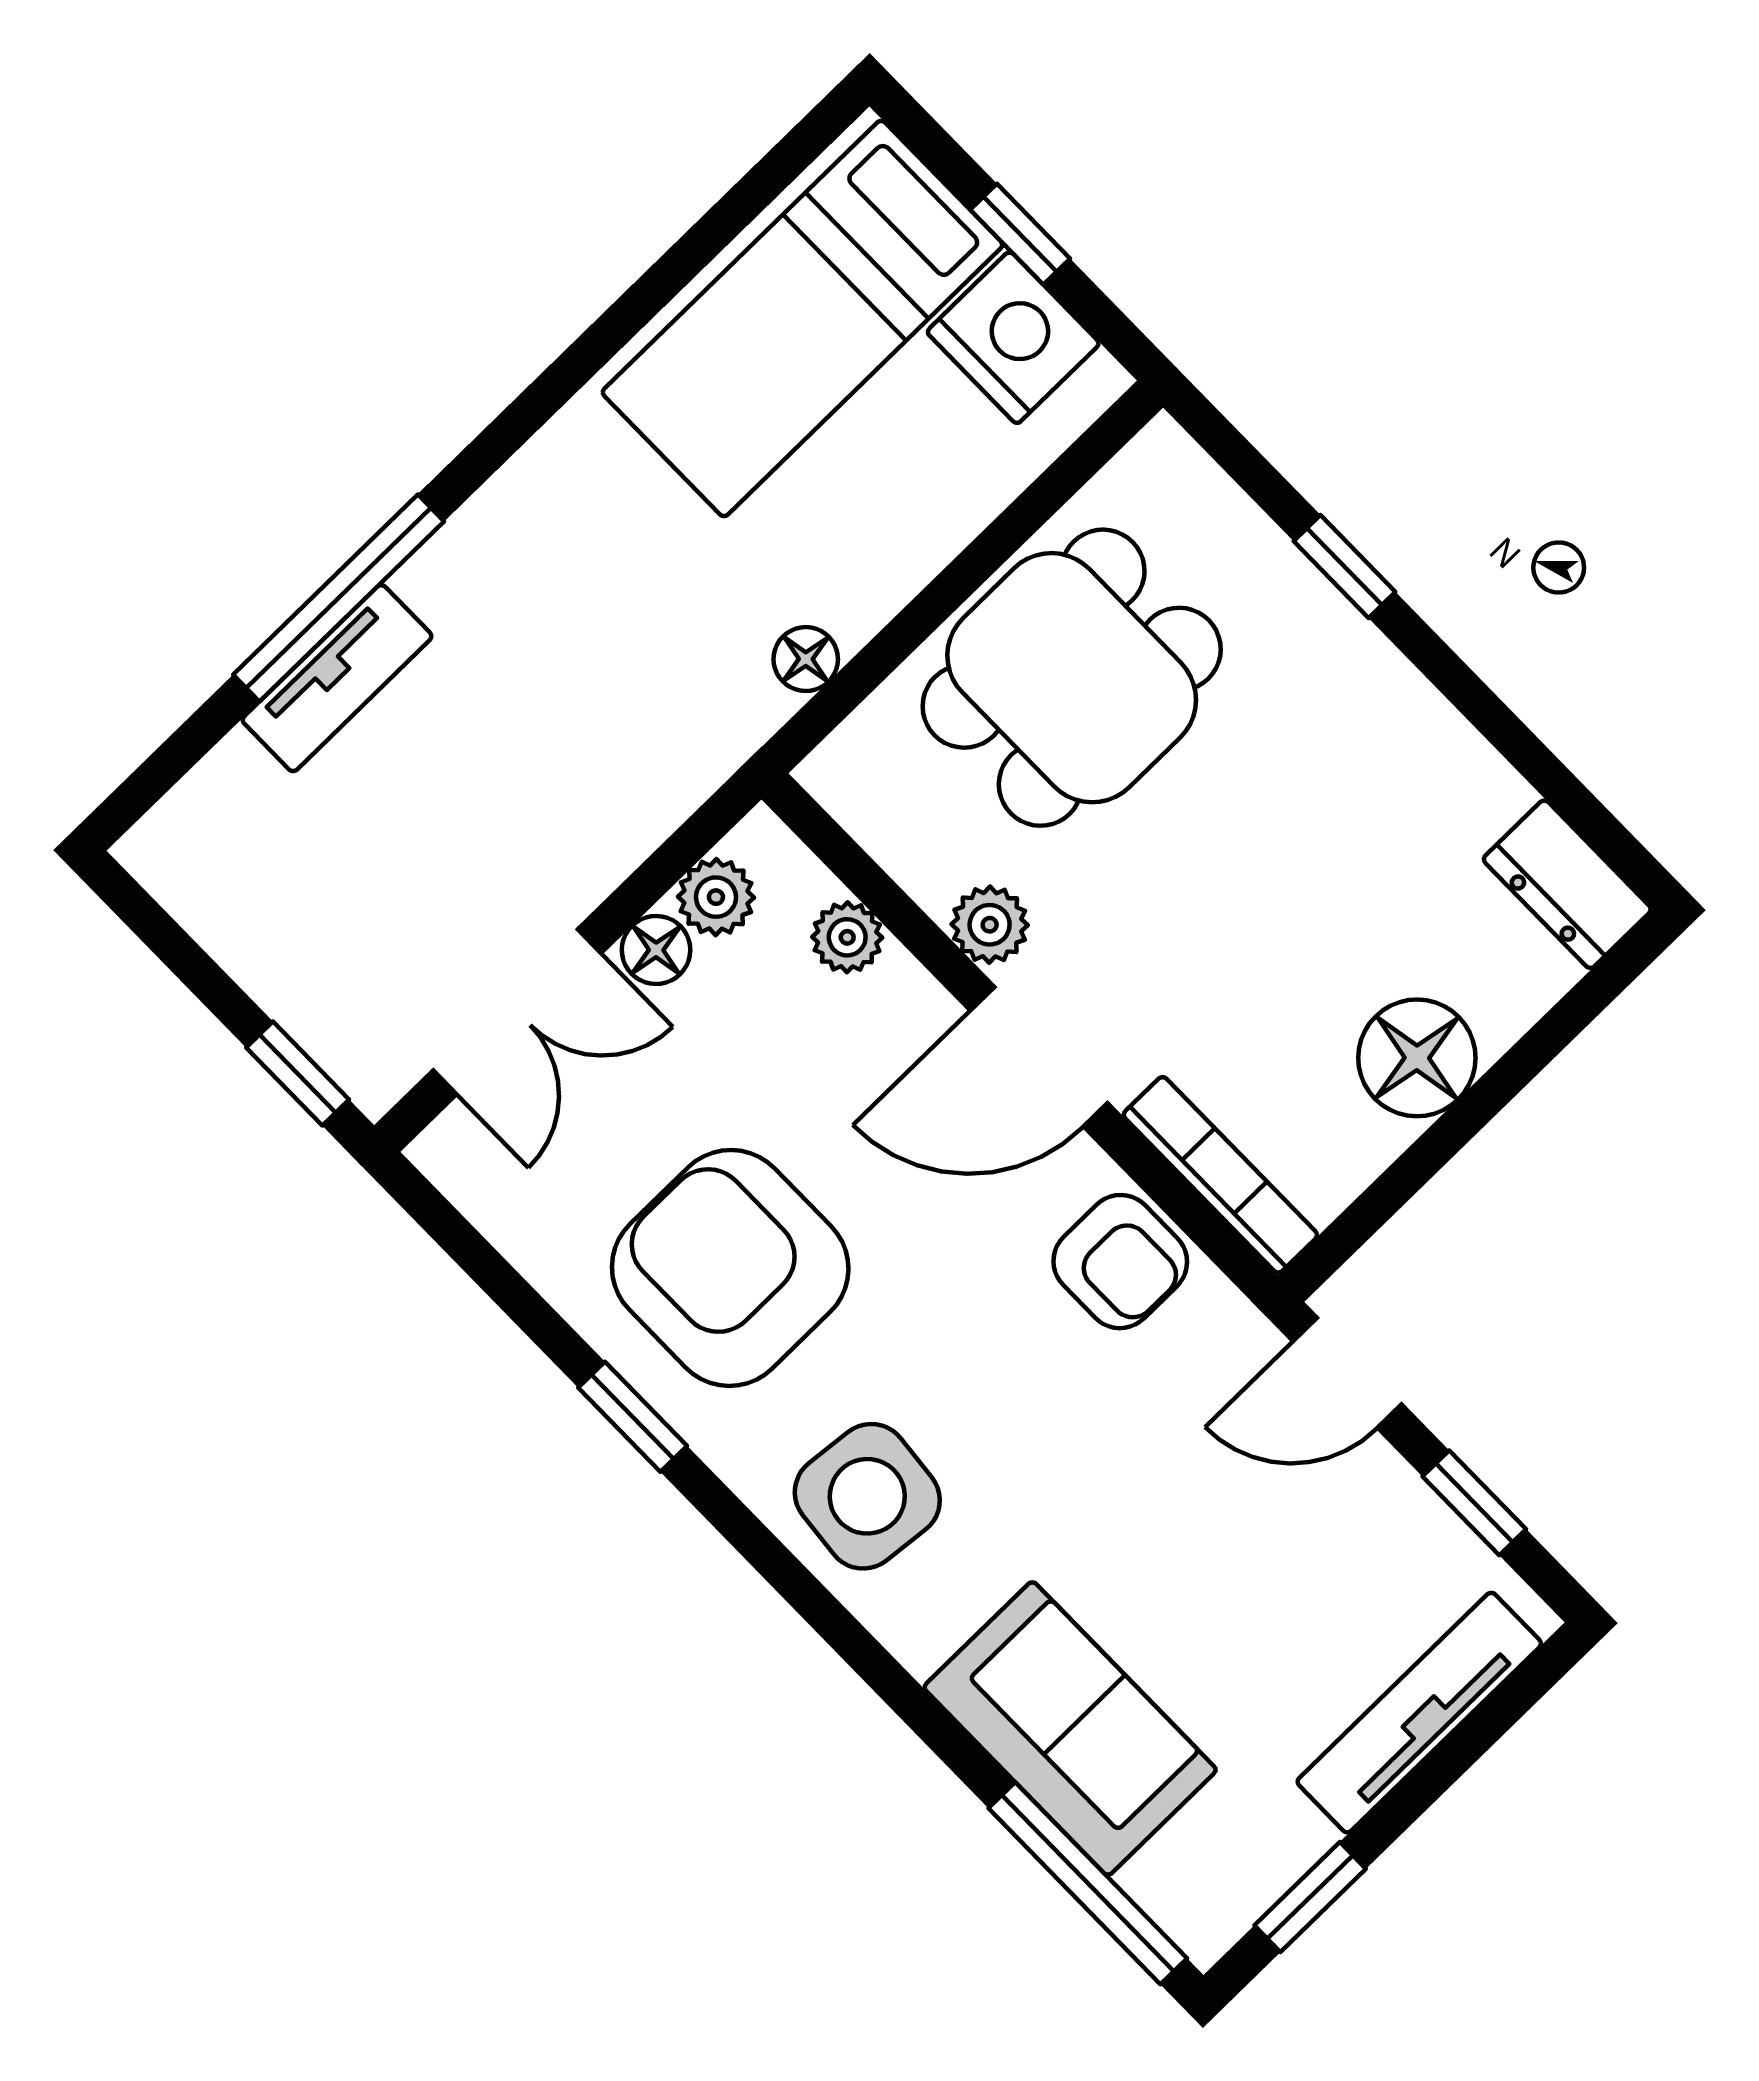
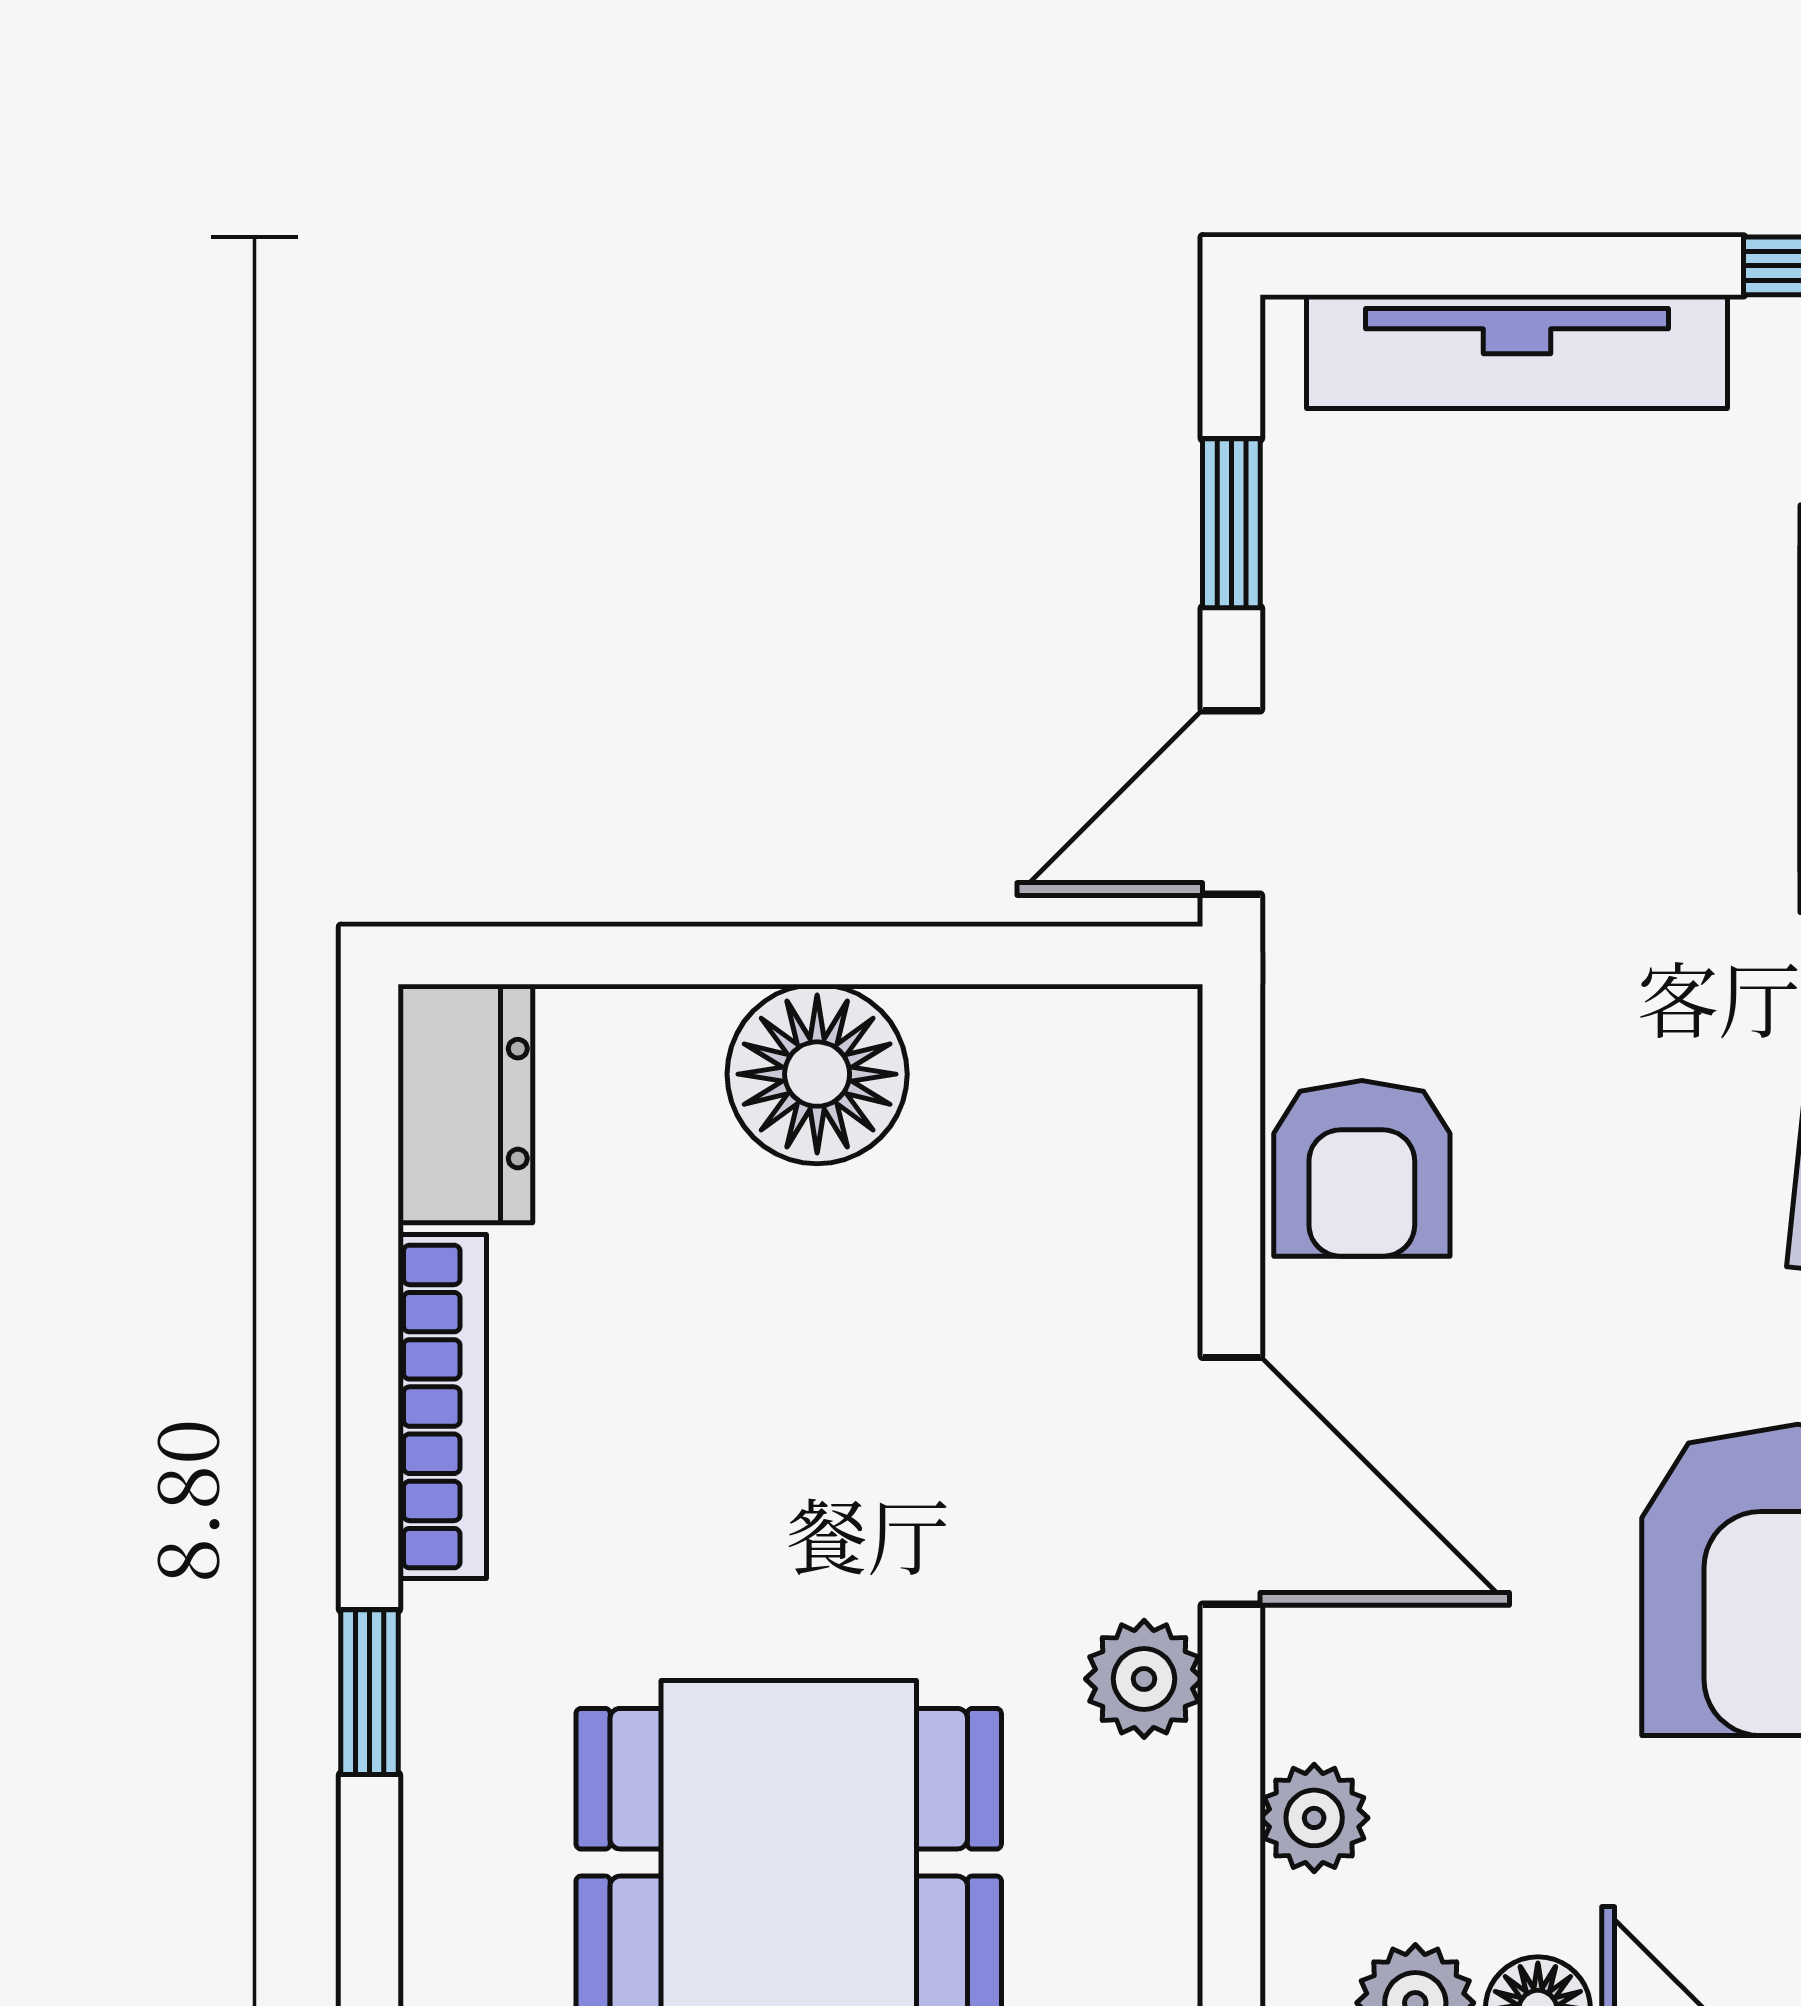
bookcase: (1220, 1175) -> (442, 1407), moved, turned 180
armchair: (1120, 1262) -> (1362, 1168), turned 180
door: (1347, 1373) -> (1231, 802), swing flipped

